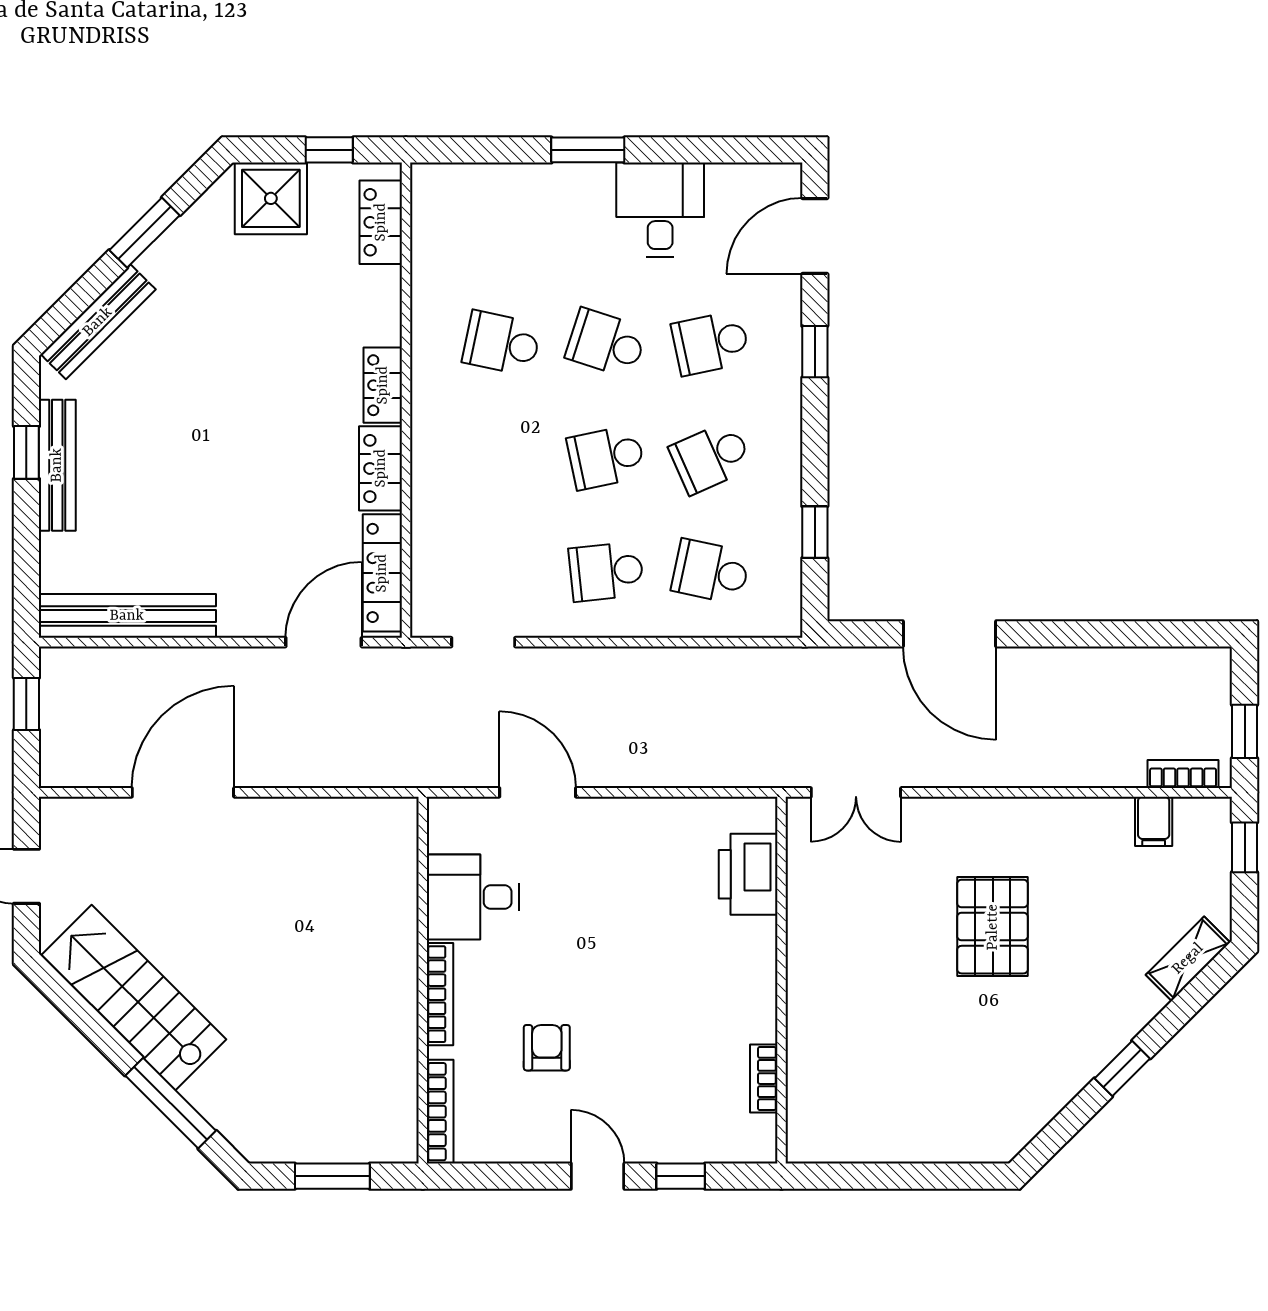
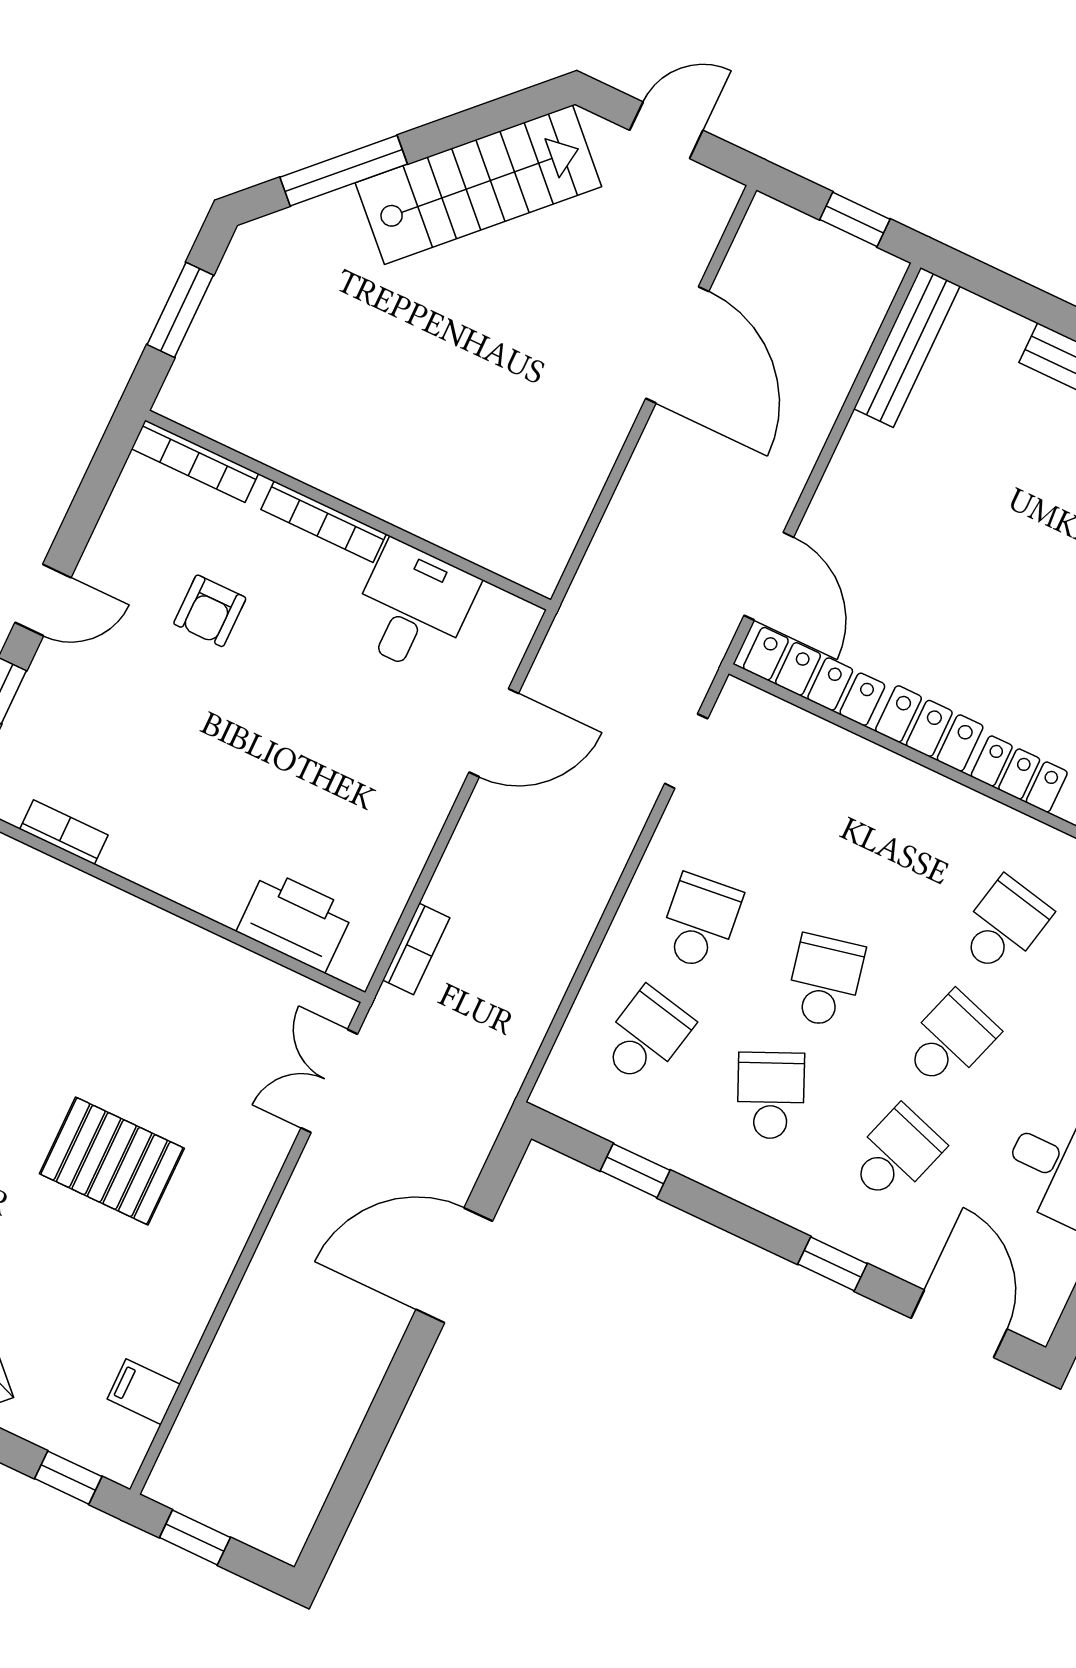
school desk: (711, 343) -> (896, 1154), turned 30
bench: (127, 616) -> (907, 347), width x0.73, depth x0.82
bookcase: (1183, 774) -> (416, 949), moved
armchair: (547, 1048) -> (210, 611), turned 90

